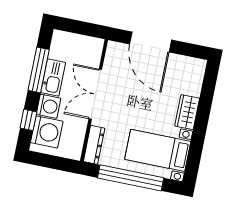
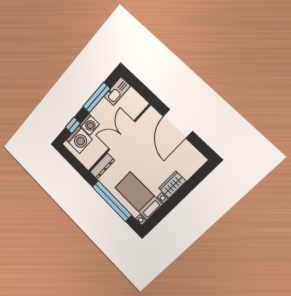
kitchen sink: (53, 77) -> (117, 91), moved

